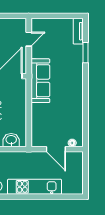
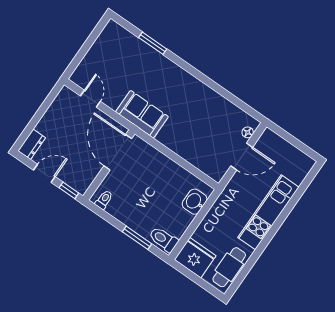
tv unit: (78, 31) -> (122, 34), removed
sofa: (40, 81) -> (142, 114), width x0.73

